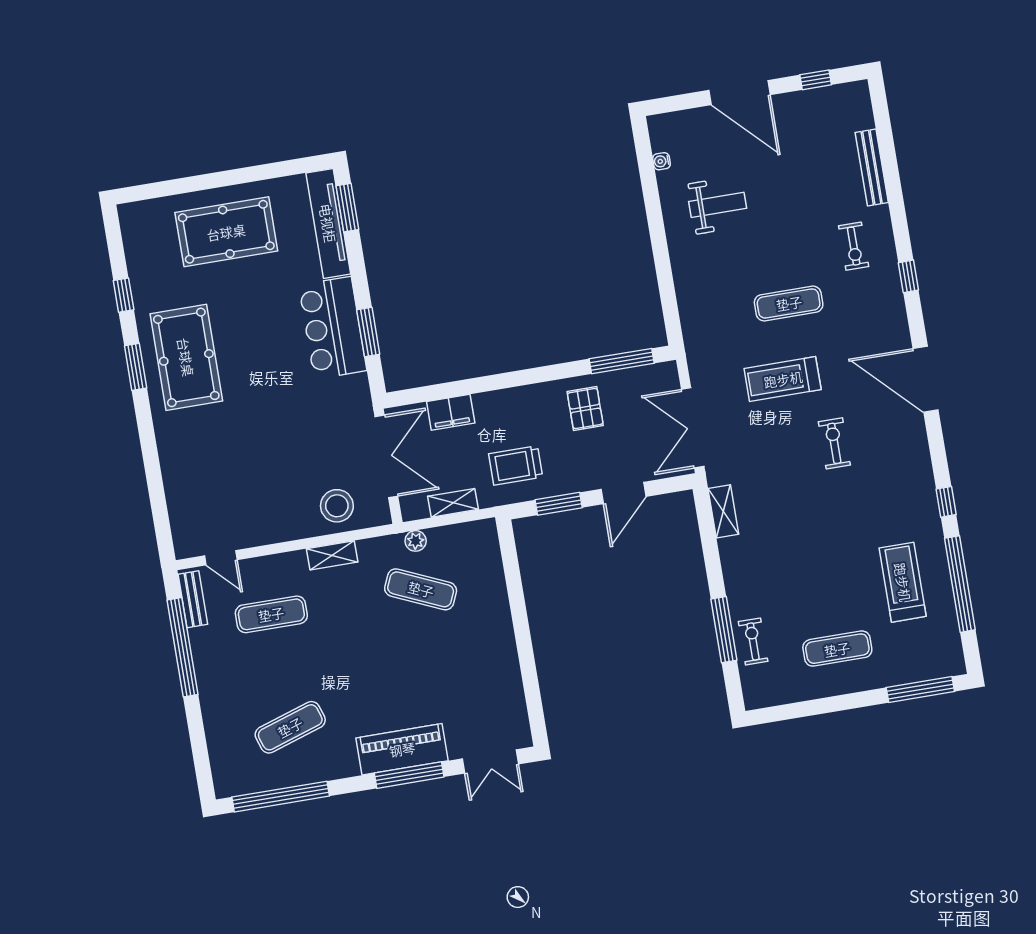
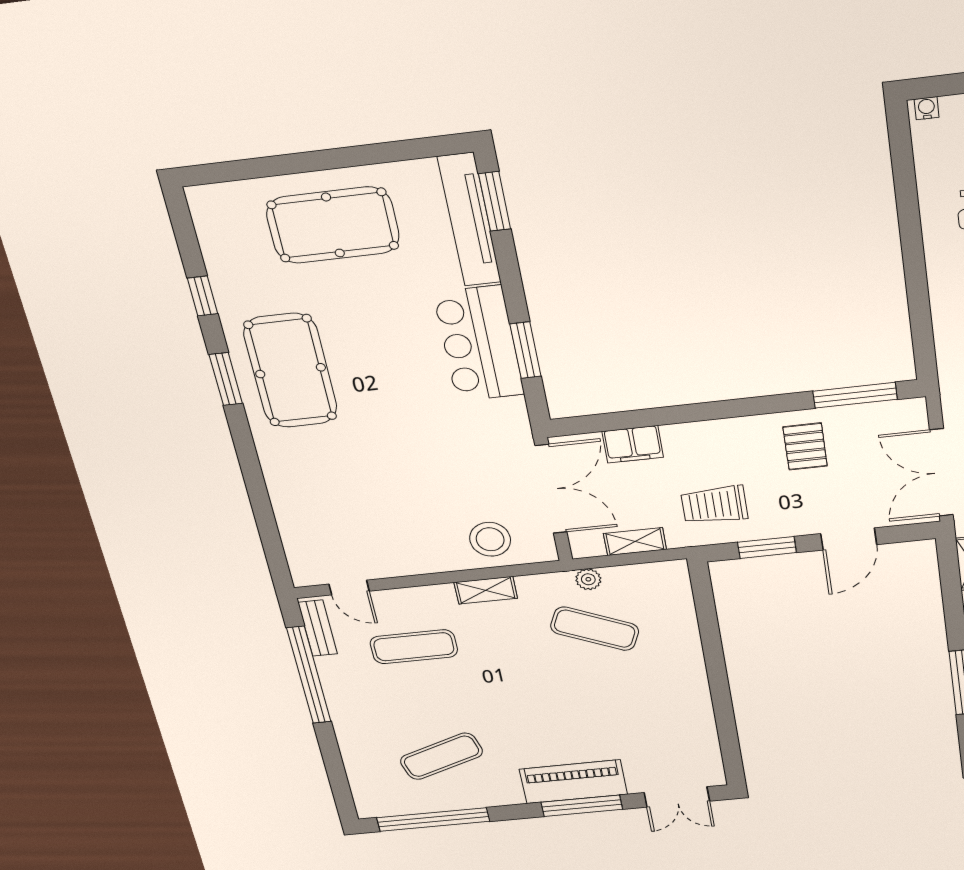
water cooler: (662, 161) -> (927, 108), moved, turned 90

